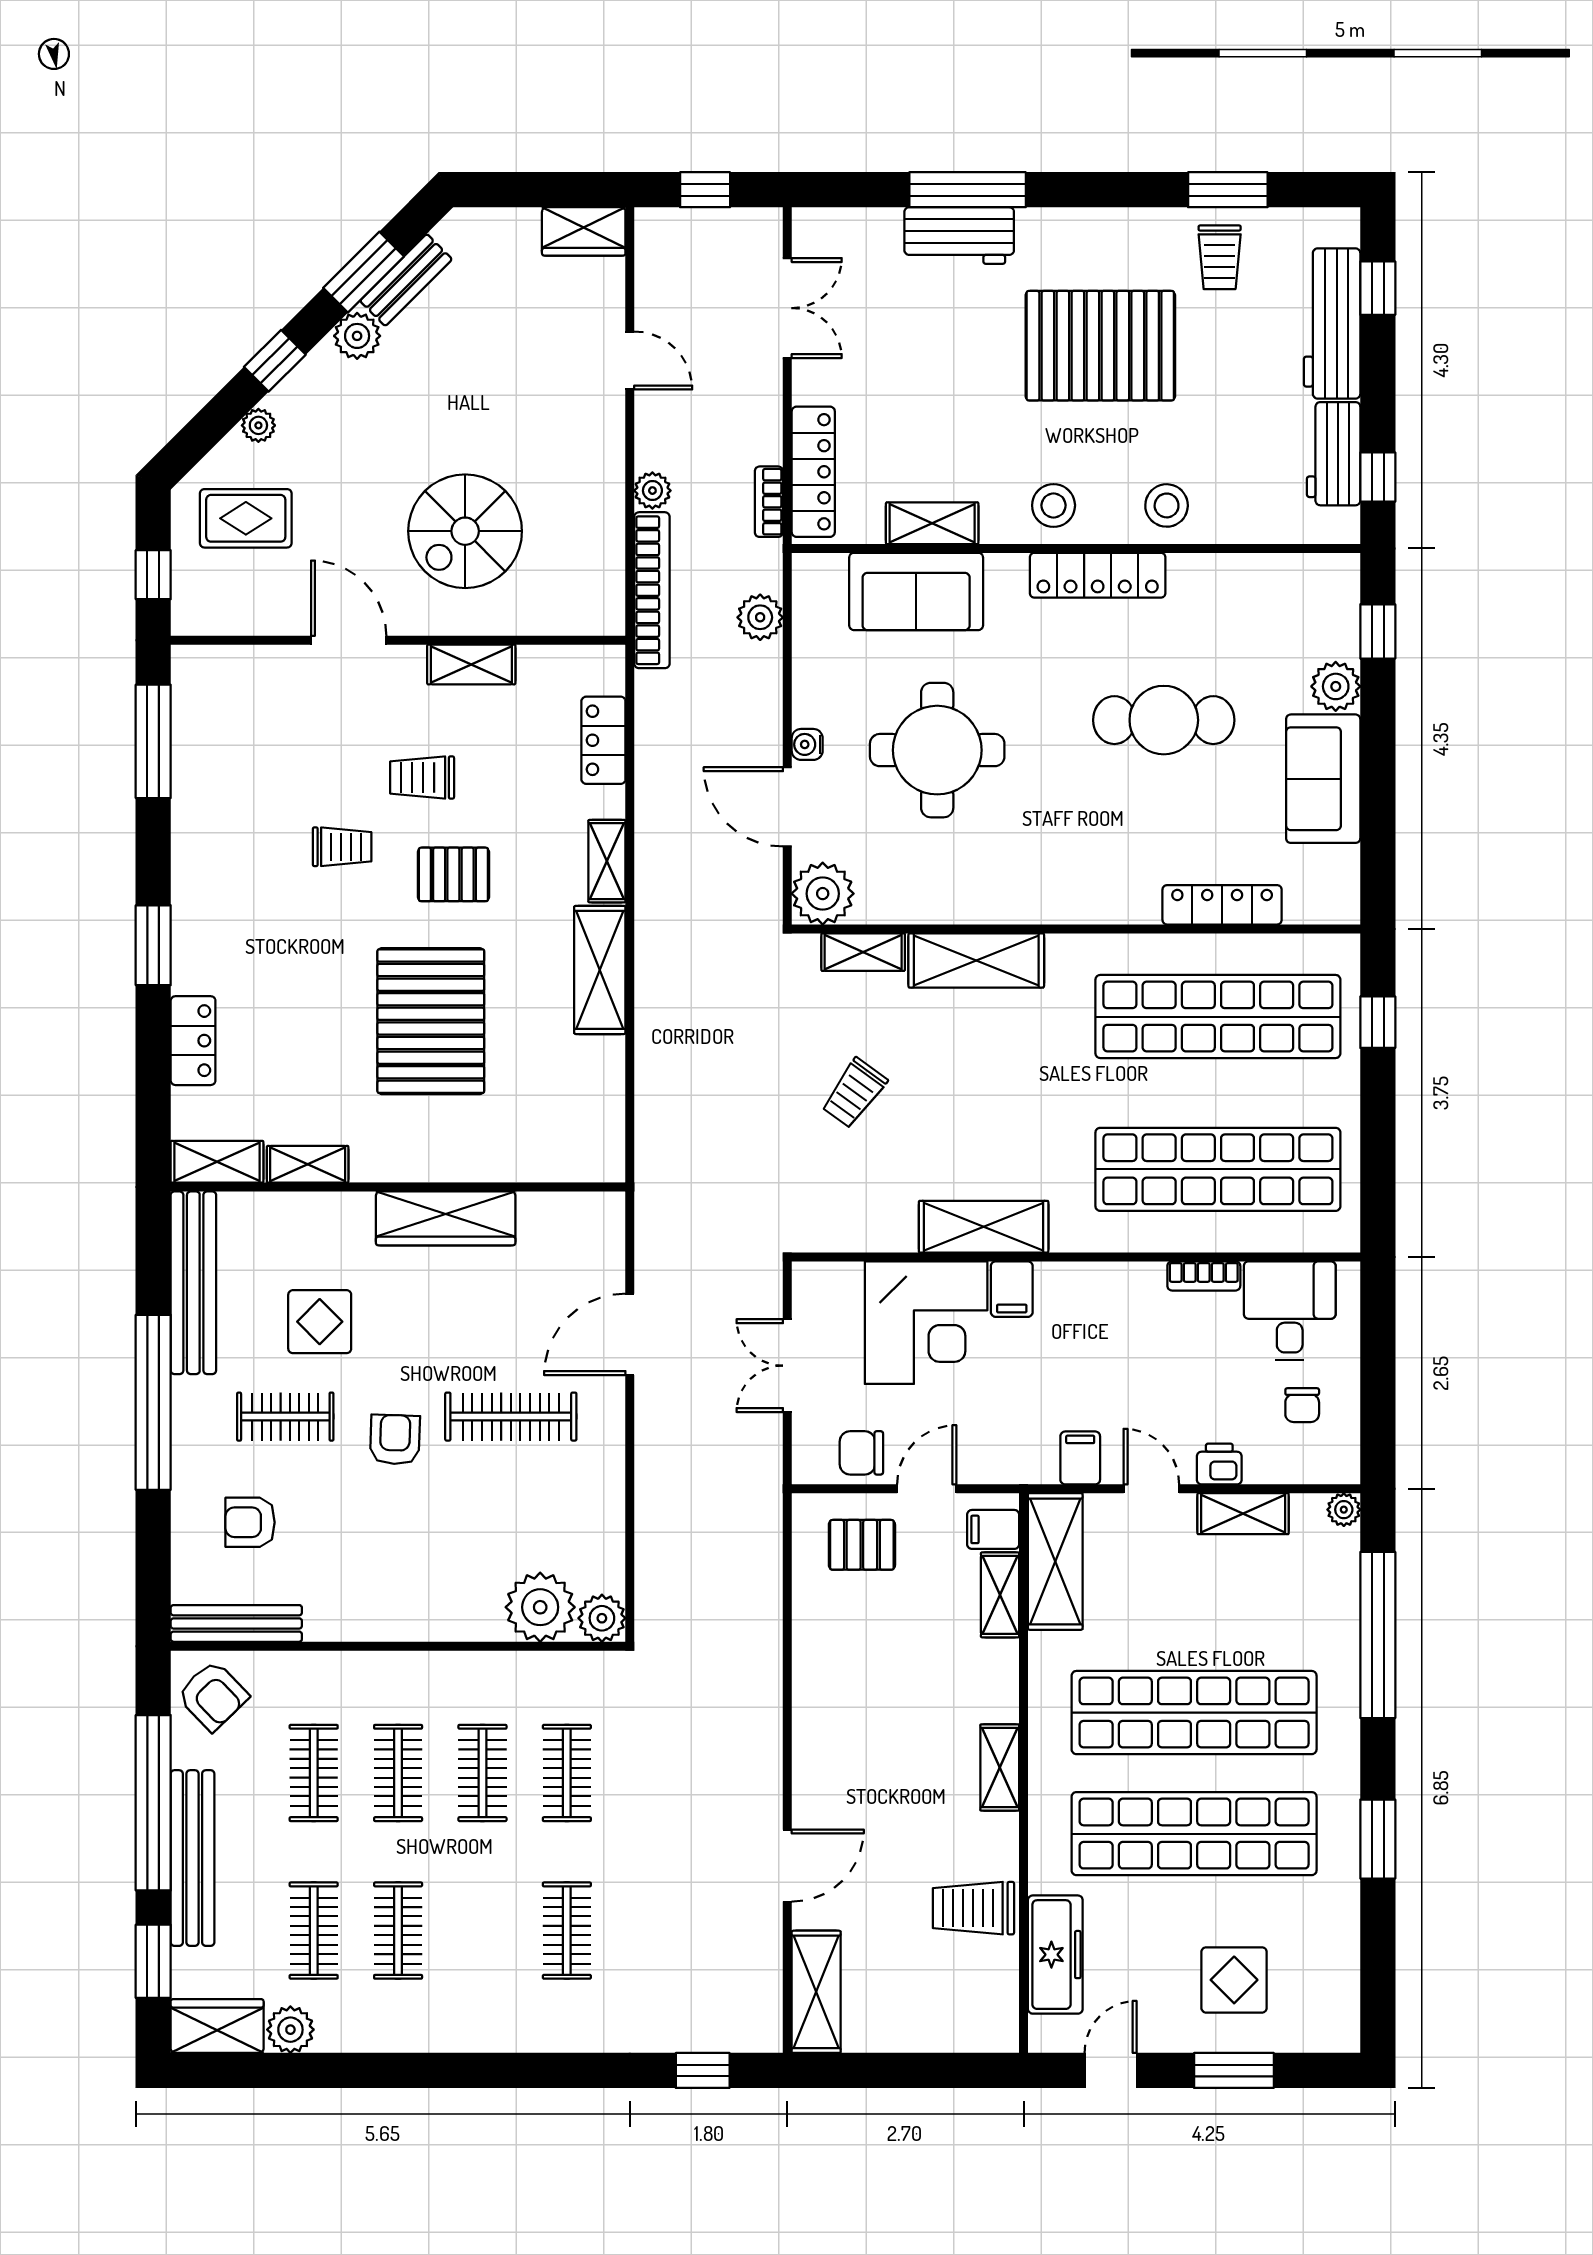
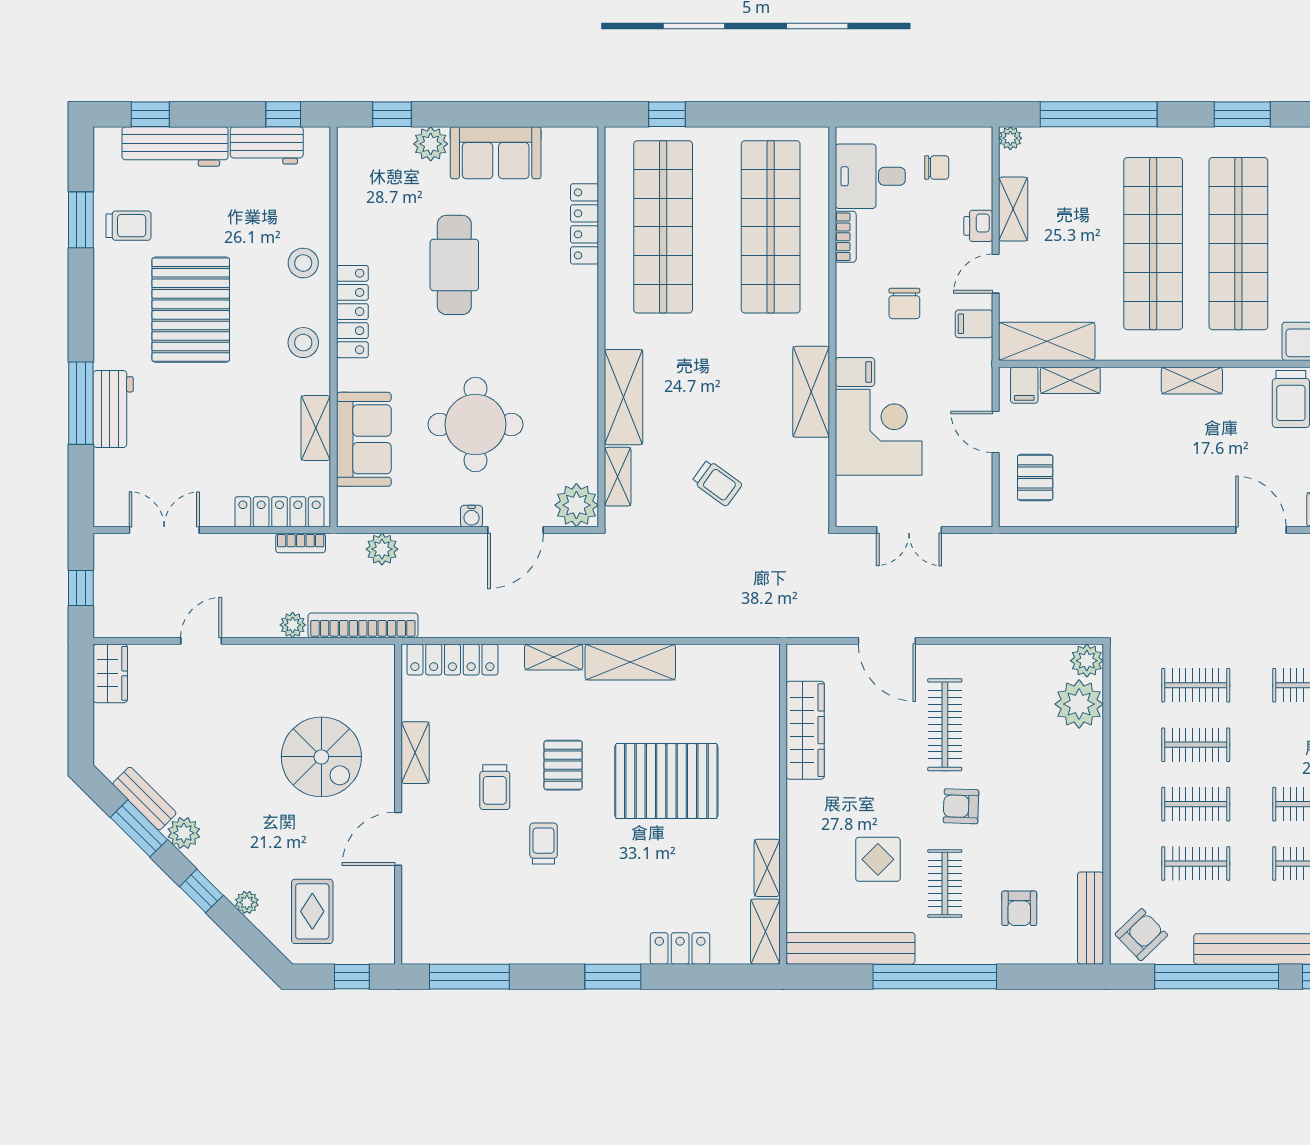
locker: (603, 740) -> (452, 659), width x1.53
wardrobe: (446, 1218) -> (805, 730), moved
chair: (861, 1453) -> (904, 303), moved

